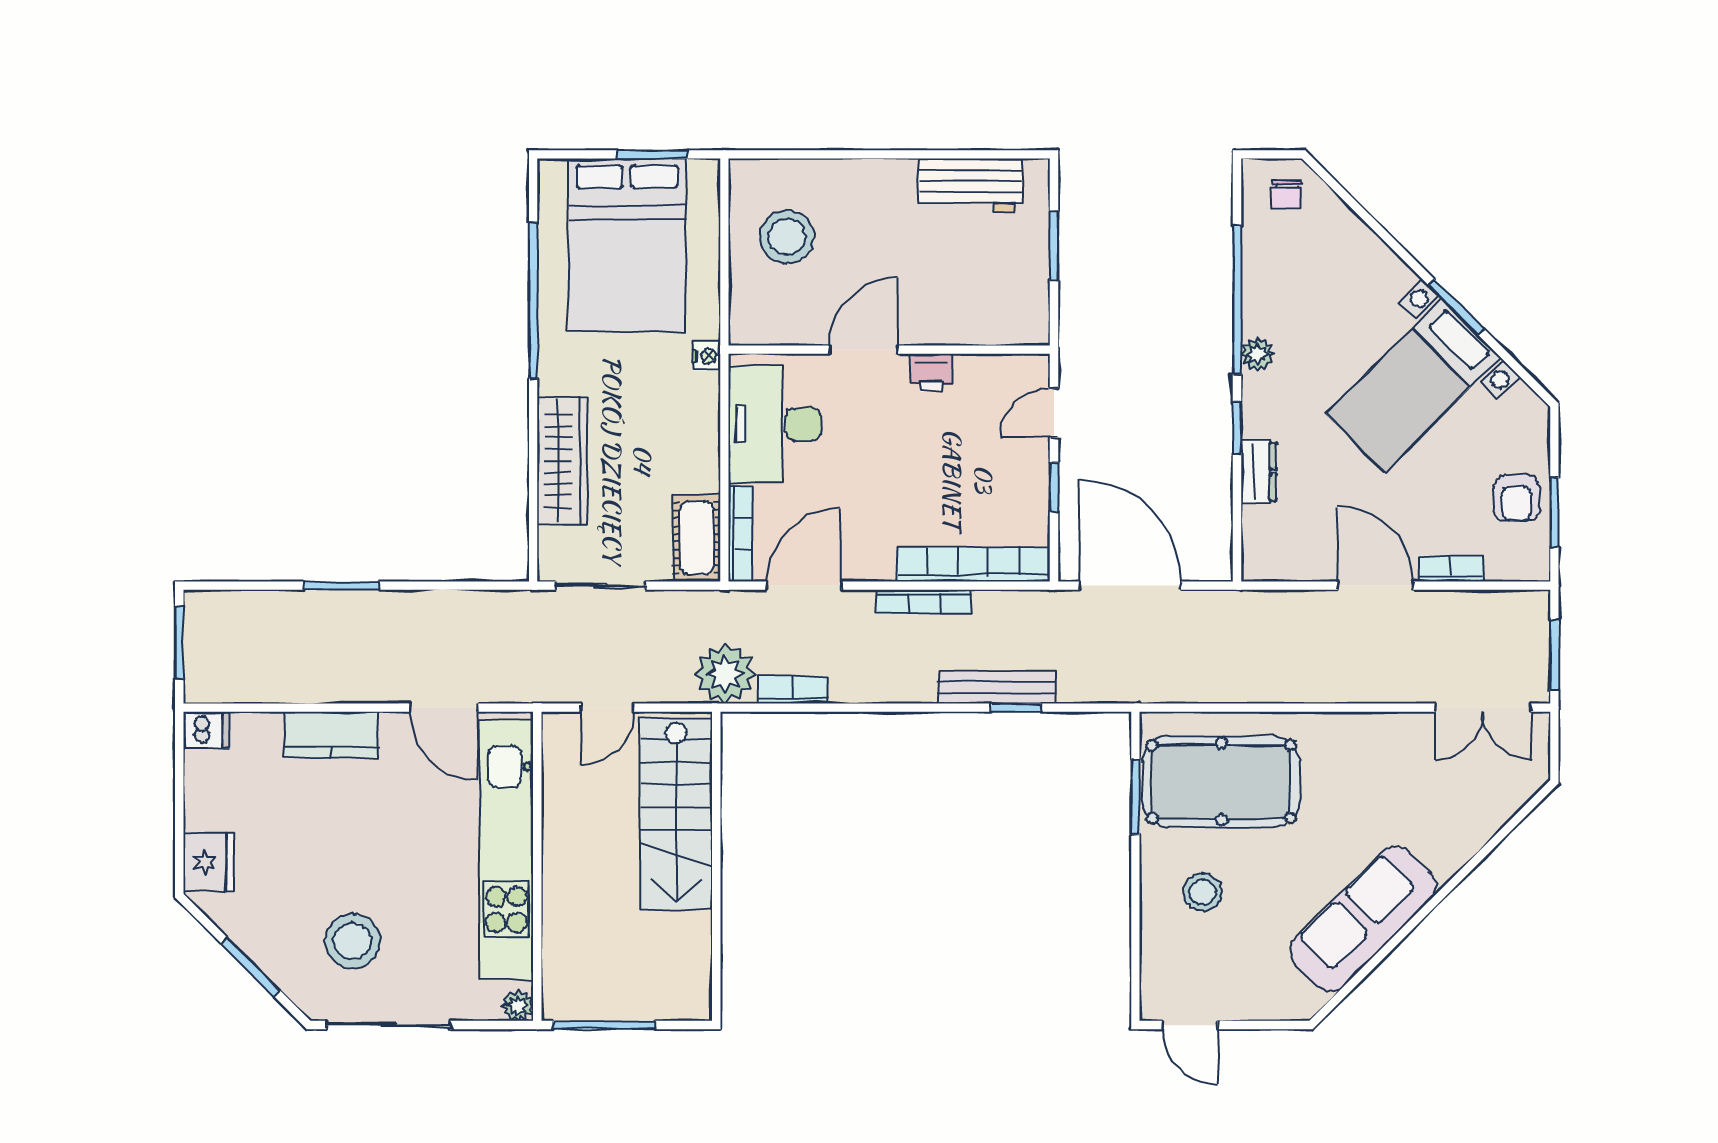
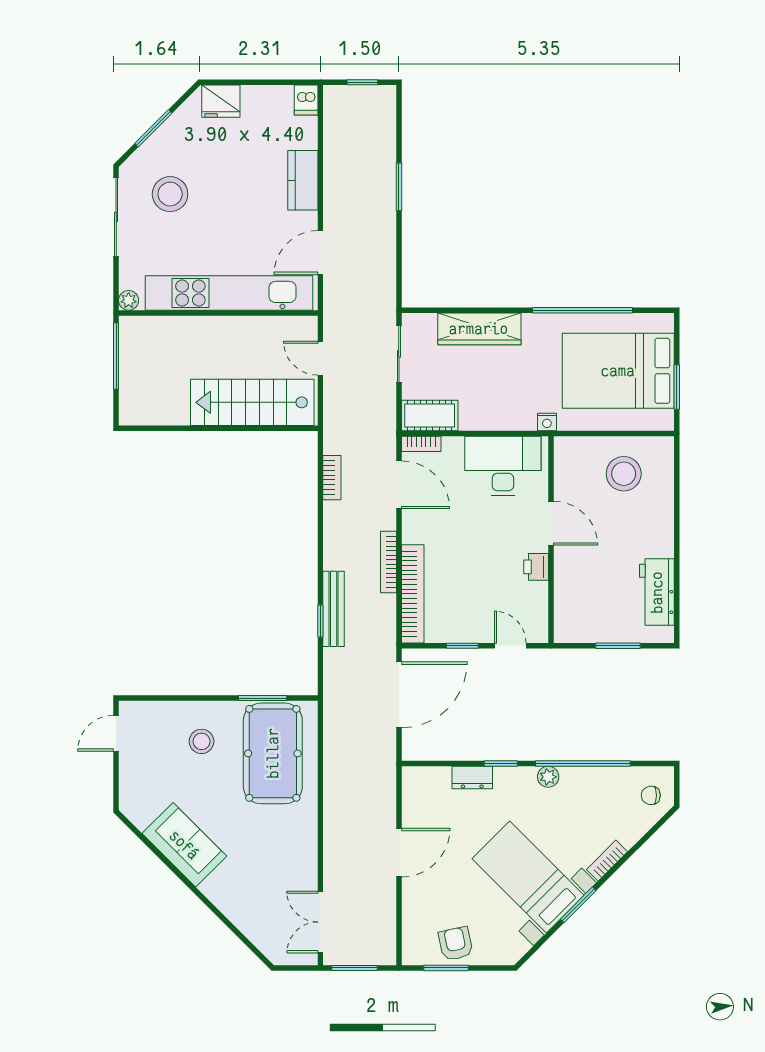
armchair: (1517, 498) -> (456, 944), turned 78
bookcase: (741, 534) -> (421, 444), width x0.64
bookcase: (1451, 569) -> (607, 861), moved, turned -135
window: (179, 643) -> (362, 82), width x0.67
plant: (725, 674) -> (342, 434), removed
sofa: (1363, 919) -> (184, 845), width x0.73

